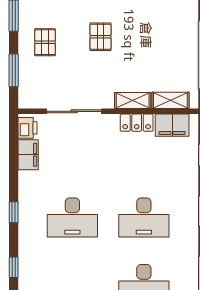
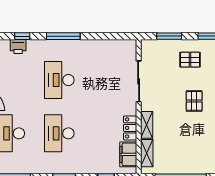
pallet: (101, 37) -> (194, 101), turned 90
printer: (27, 128) -> (18, 47), moved
filing cabinet: (28, 155) -> (106, 47), removed
window: (14, 212) -> (63, 36), width x2.17

